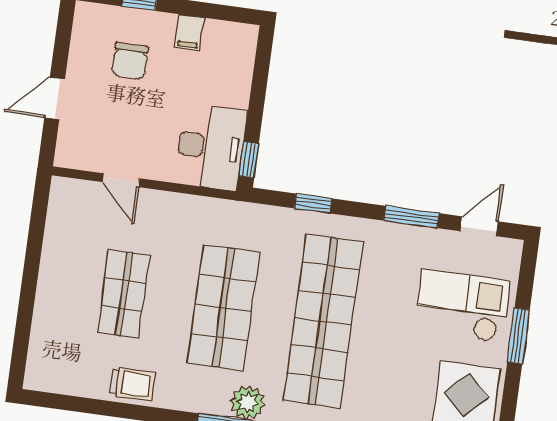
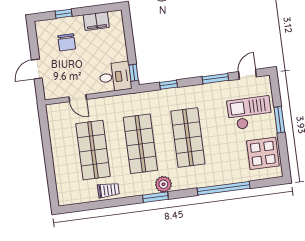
filing cabinet: (189, 33) -> (96, 21), width x2.00
desk: (211, 147) -> (115, 77), width x0.73
shop shelf: (124, 294) -> (93, 150), width x1.43, depth x1.36
shop shelf: (323, 321) -> (188, 138), width x0.71

